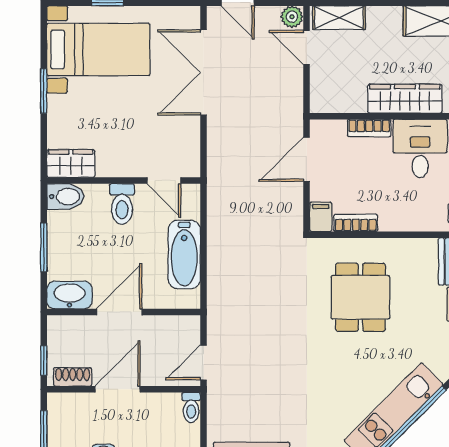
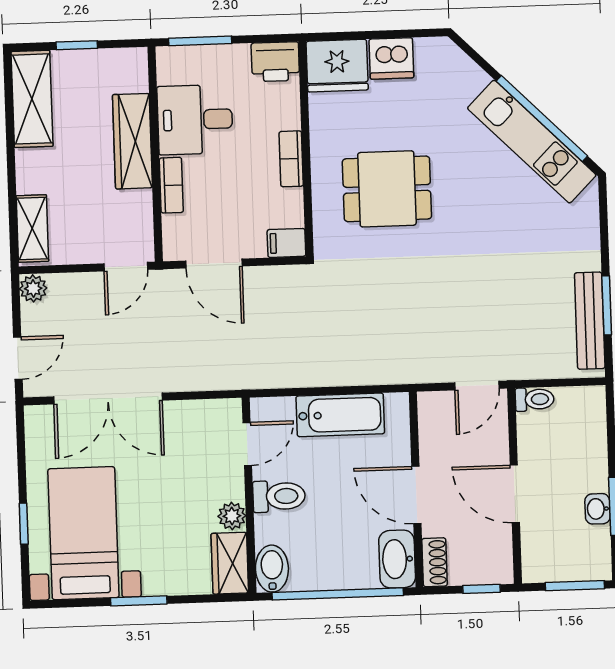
door: (307, 47) -> (126, 267), moved
plant: (108, 167) -> (232, 516), added
bookcase: (356, 223) -> (291, 159), moved
window: (44, 247) -> (338, 594), width x2.11
door: (203, 363) -> (477, 386), hinge flipped
shoe rack: (73, 377) -> (435, 562), moved, turned 180

